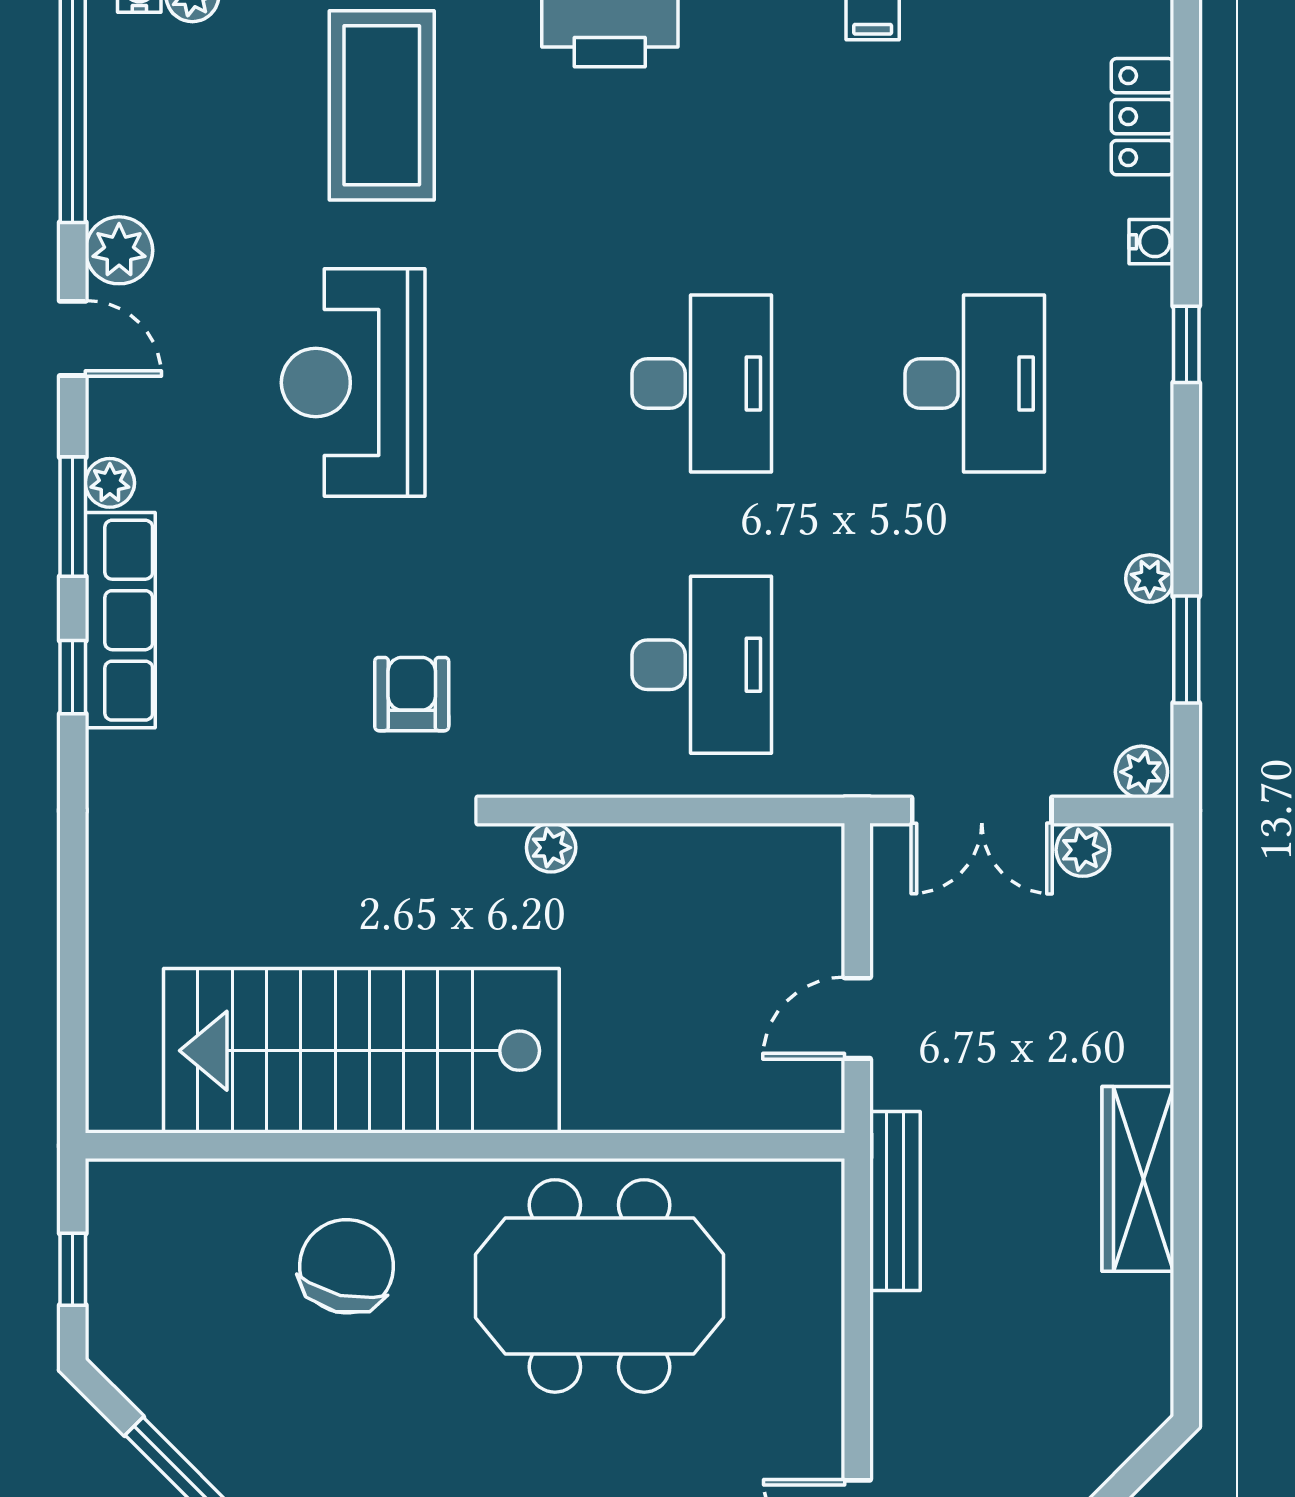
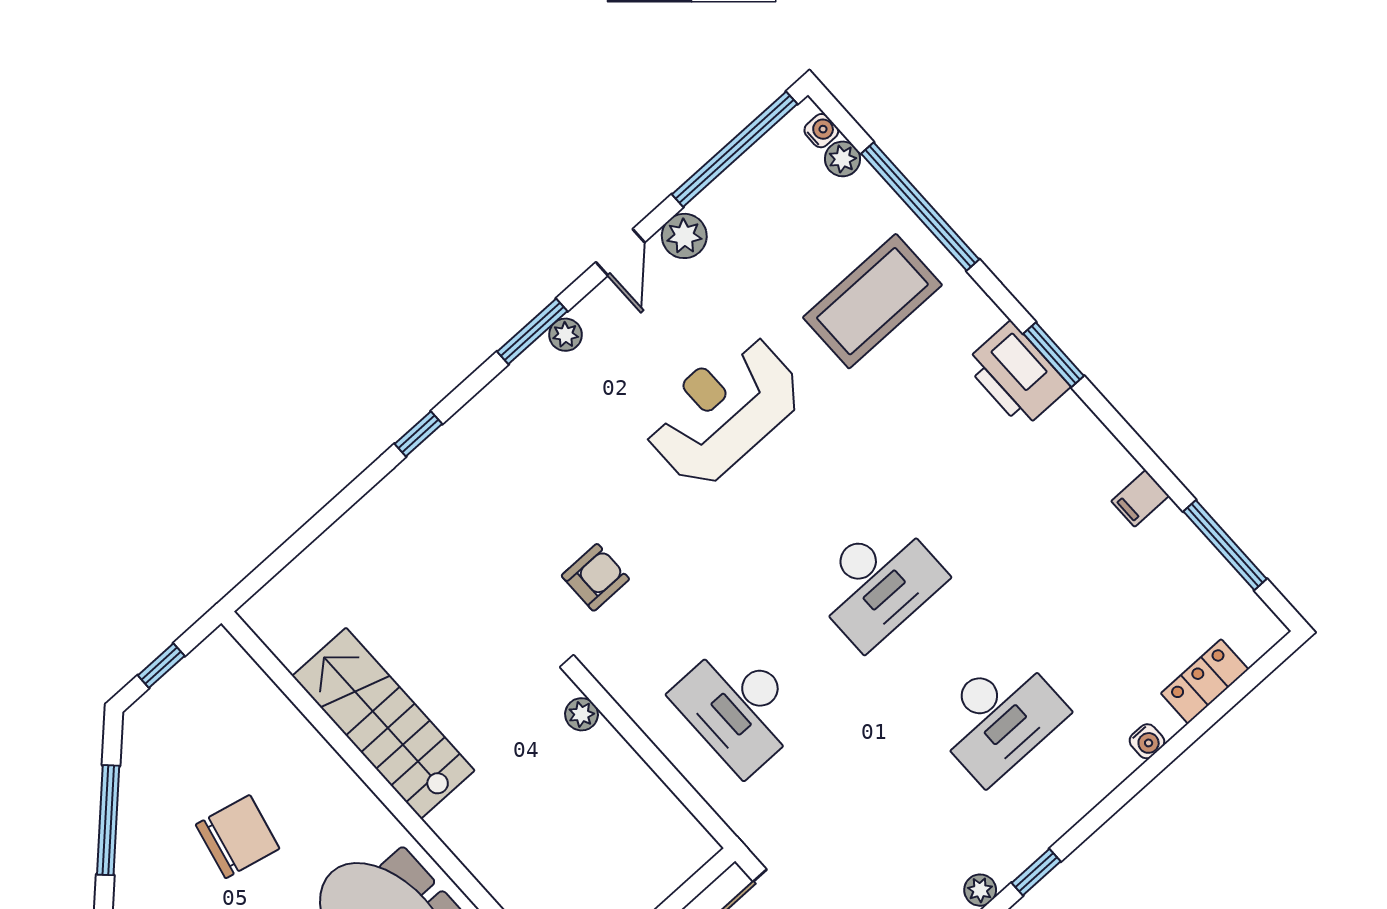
window: (1186, 344) -> (1036, 872), moved
row of seats: (120, 620) -> (502, 401), removed
desk: (702, 665) -> (739, 707), turned 90
window: (73, 677) -> (418, 434), moved
stairs: (361, 1051) -> (383, 723), width x0.73, depth x0.66
chair: (347, 1266) -> (238, 837), moved

